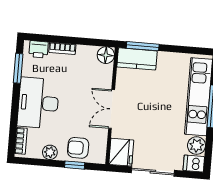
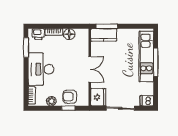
floor lamp: (106, 55) -> (69, 34), moved
double door: (112, 109) -> (90, 69), swing flipped
plant: (197, 146) -> (148, 89), removed

